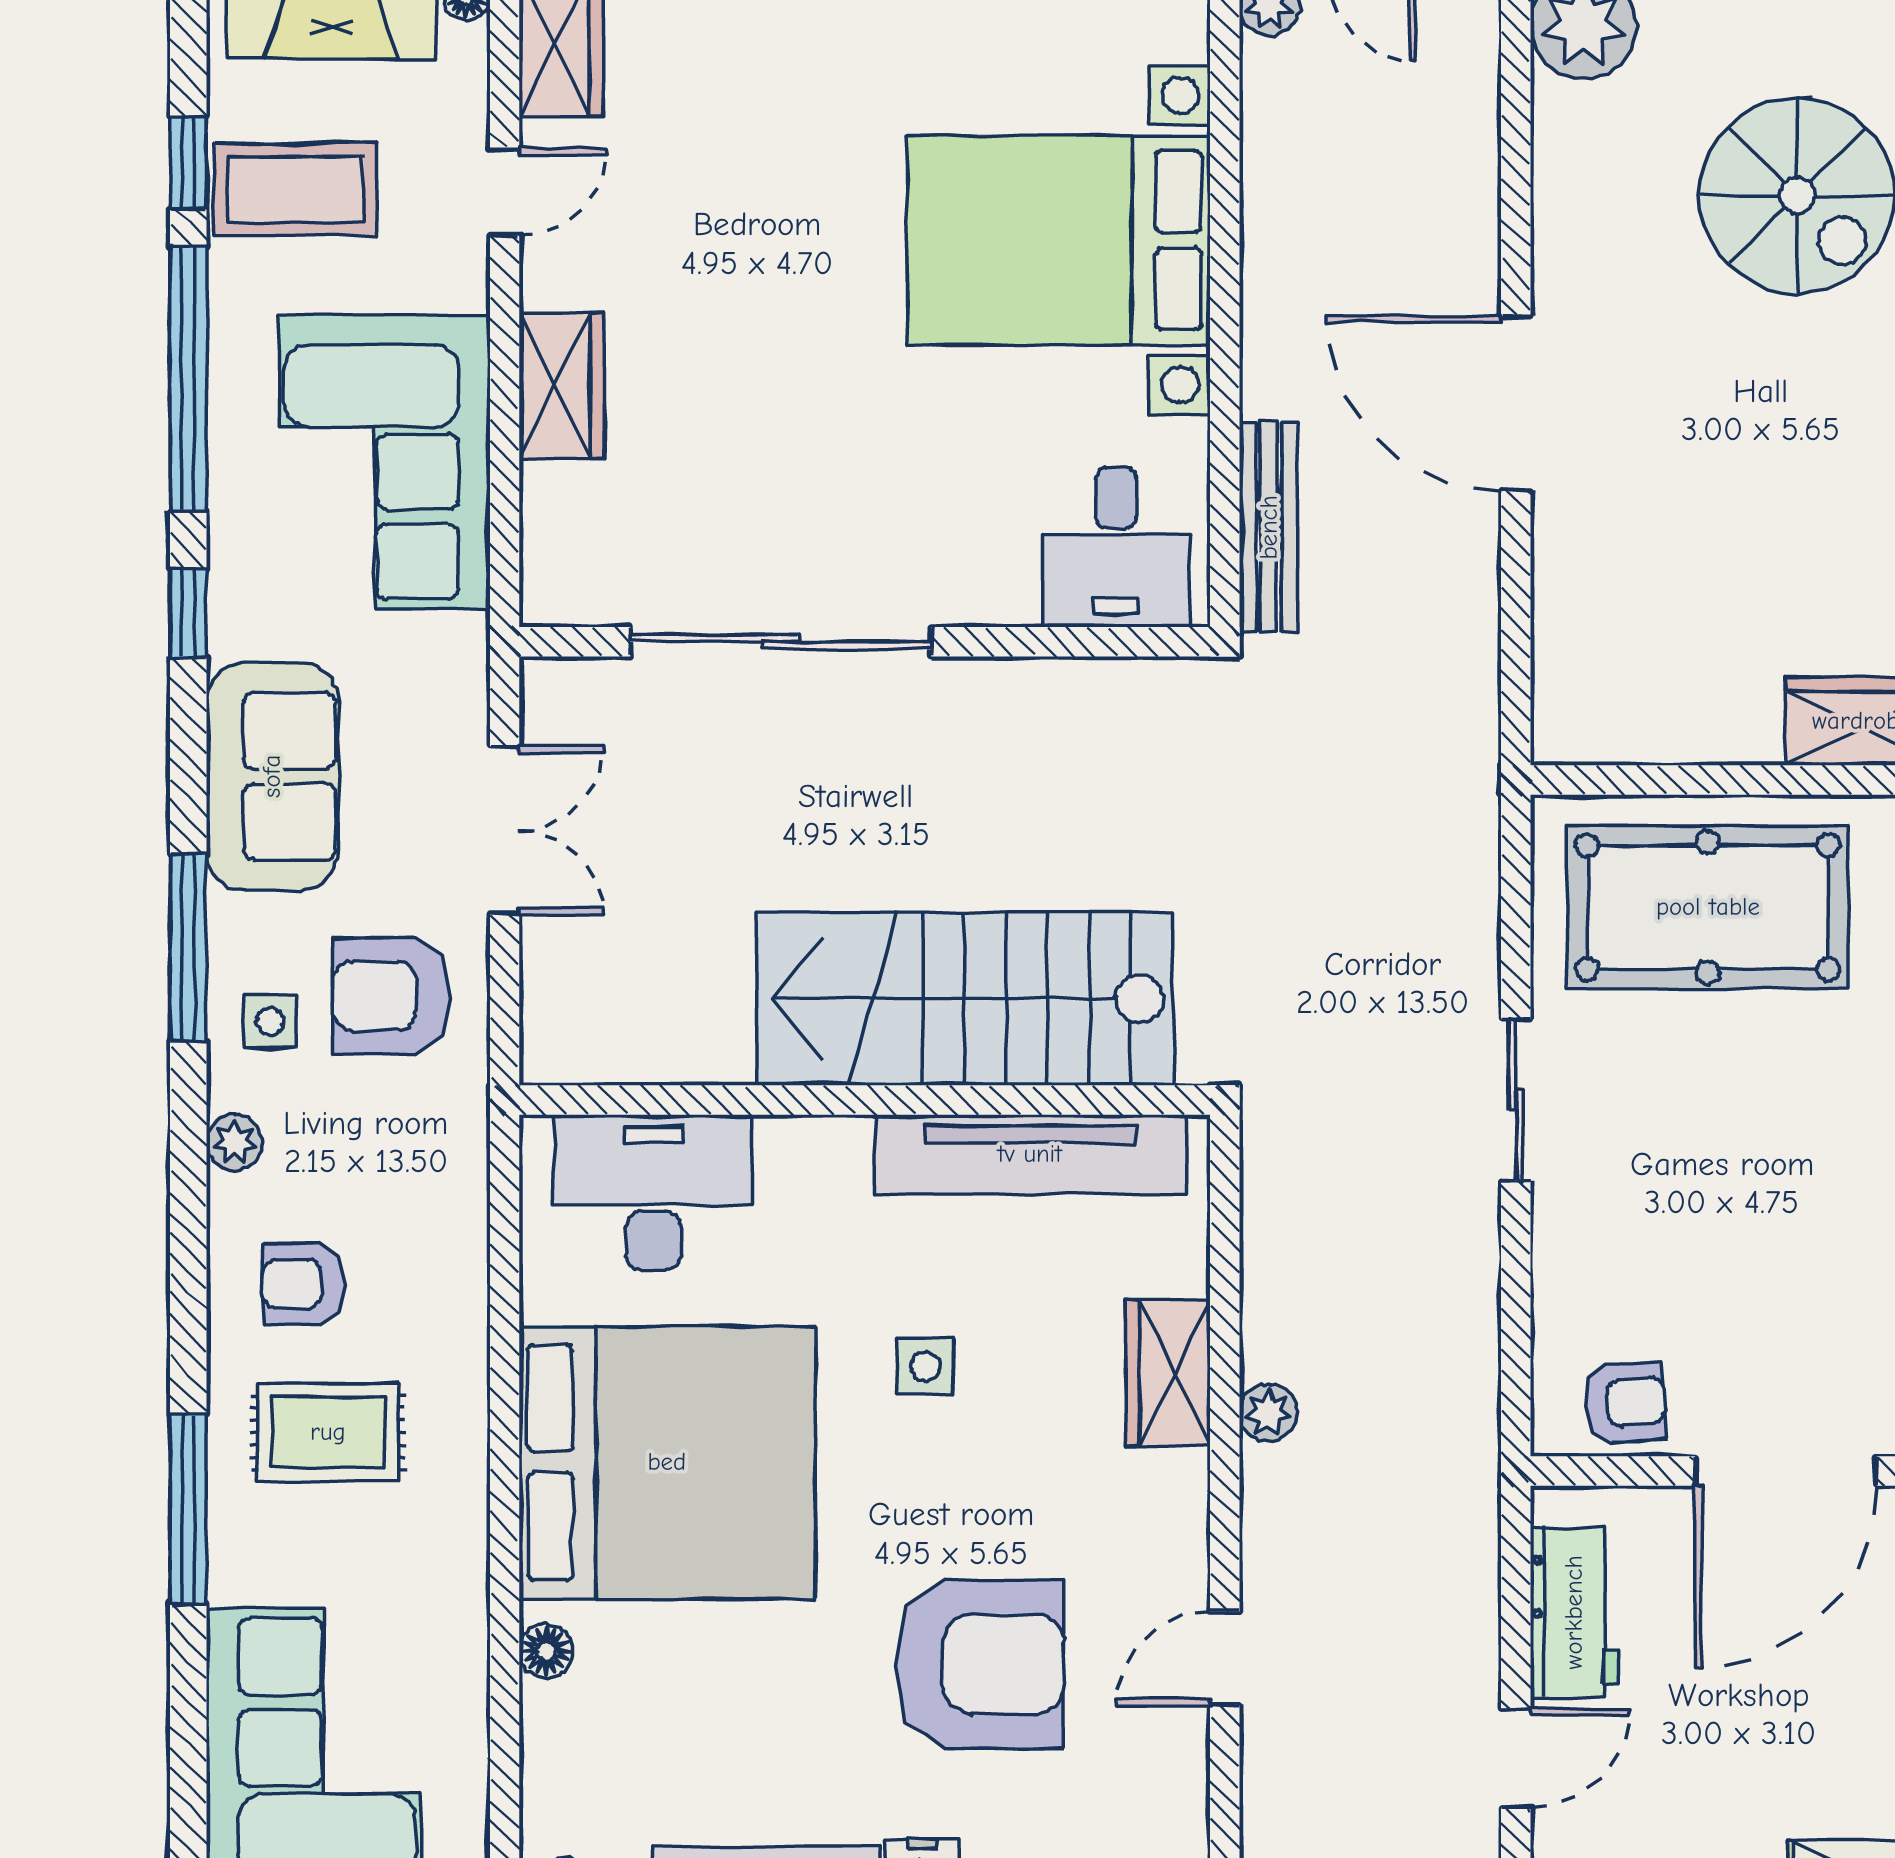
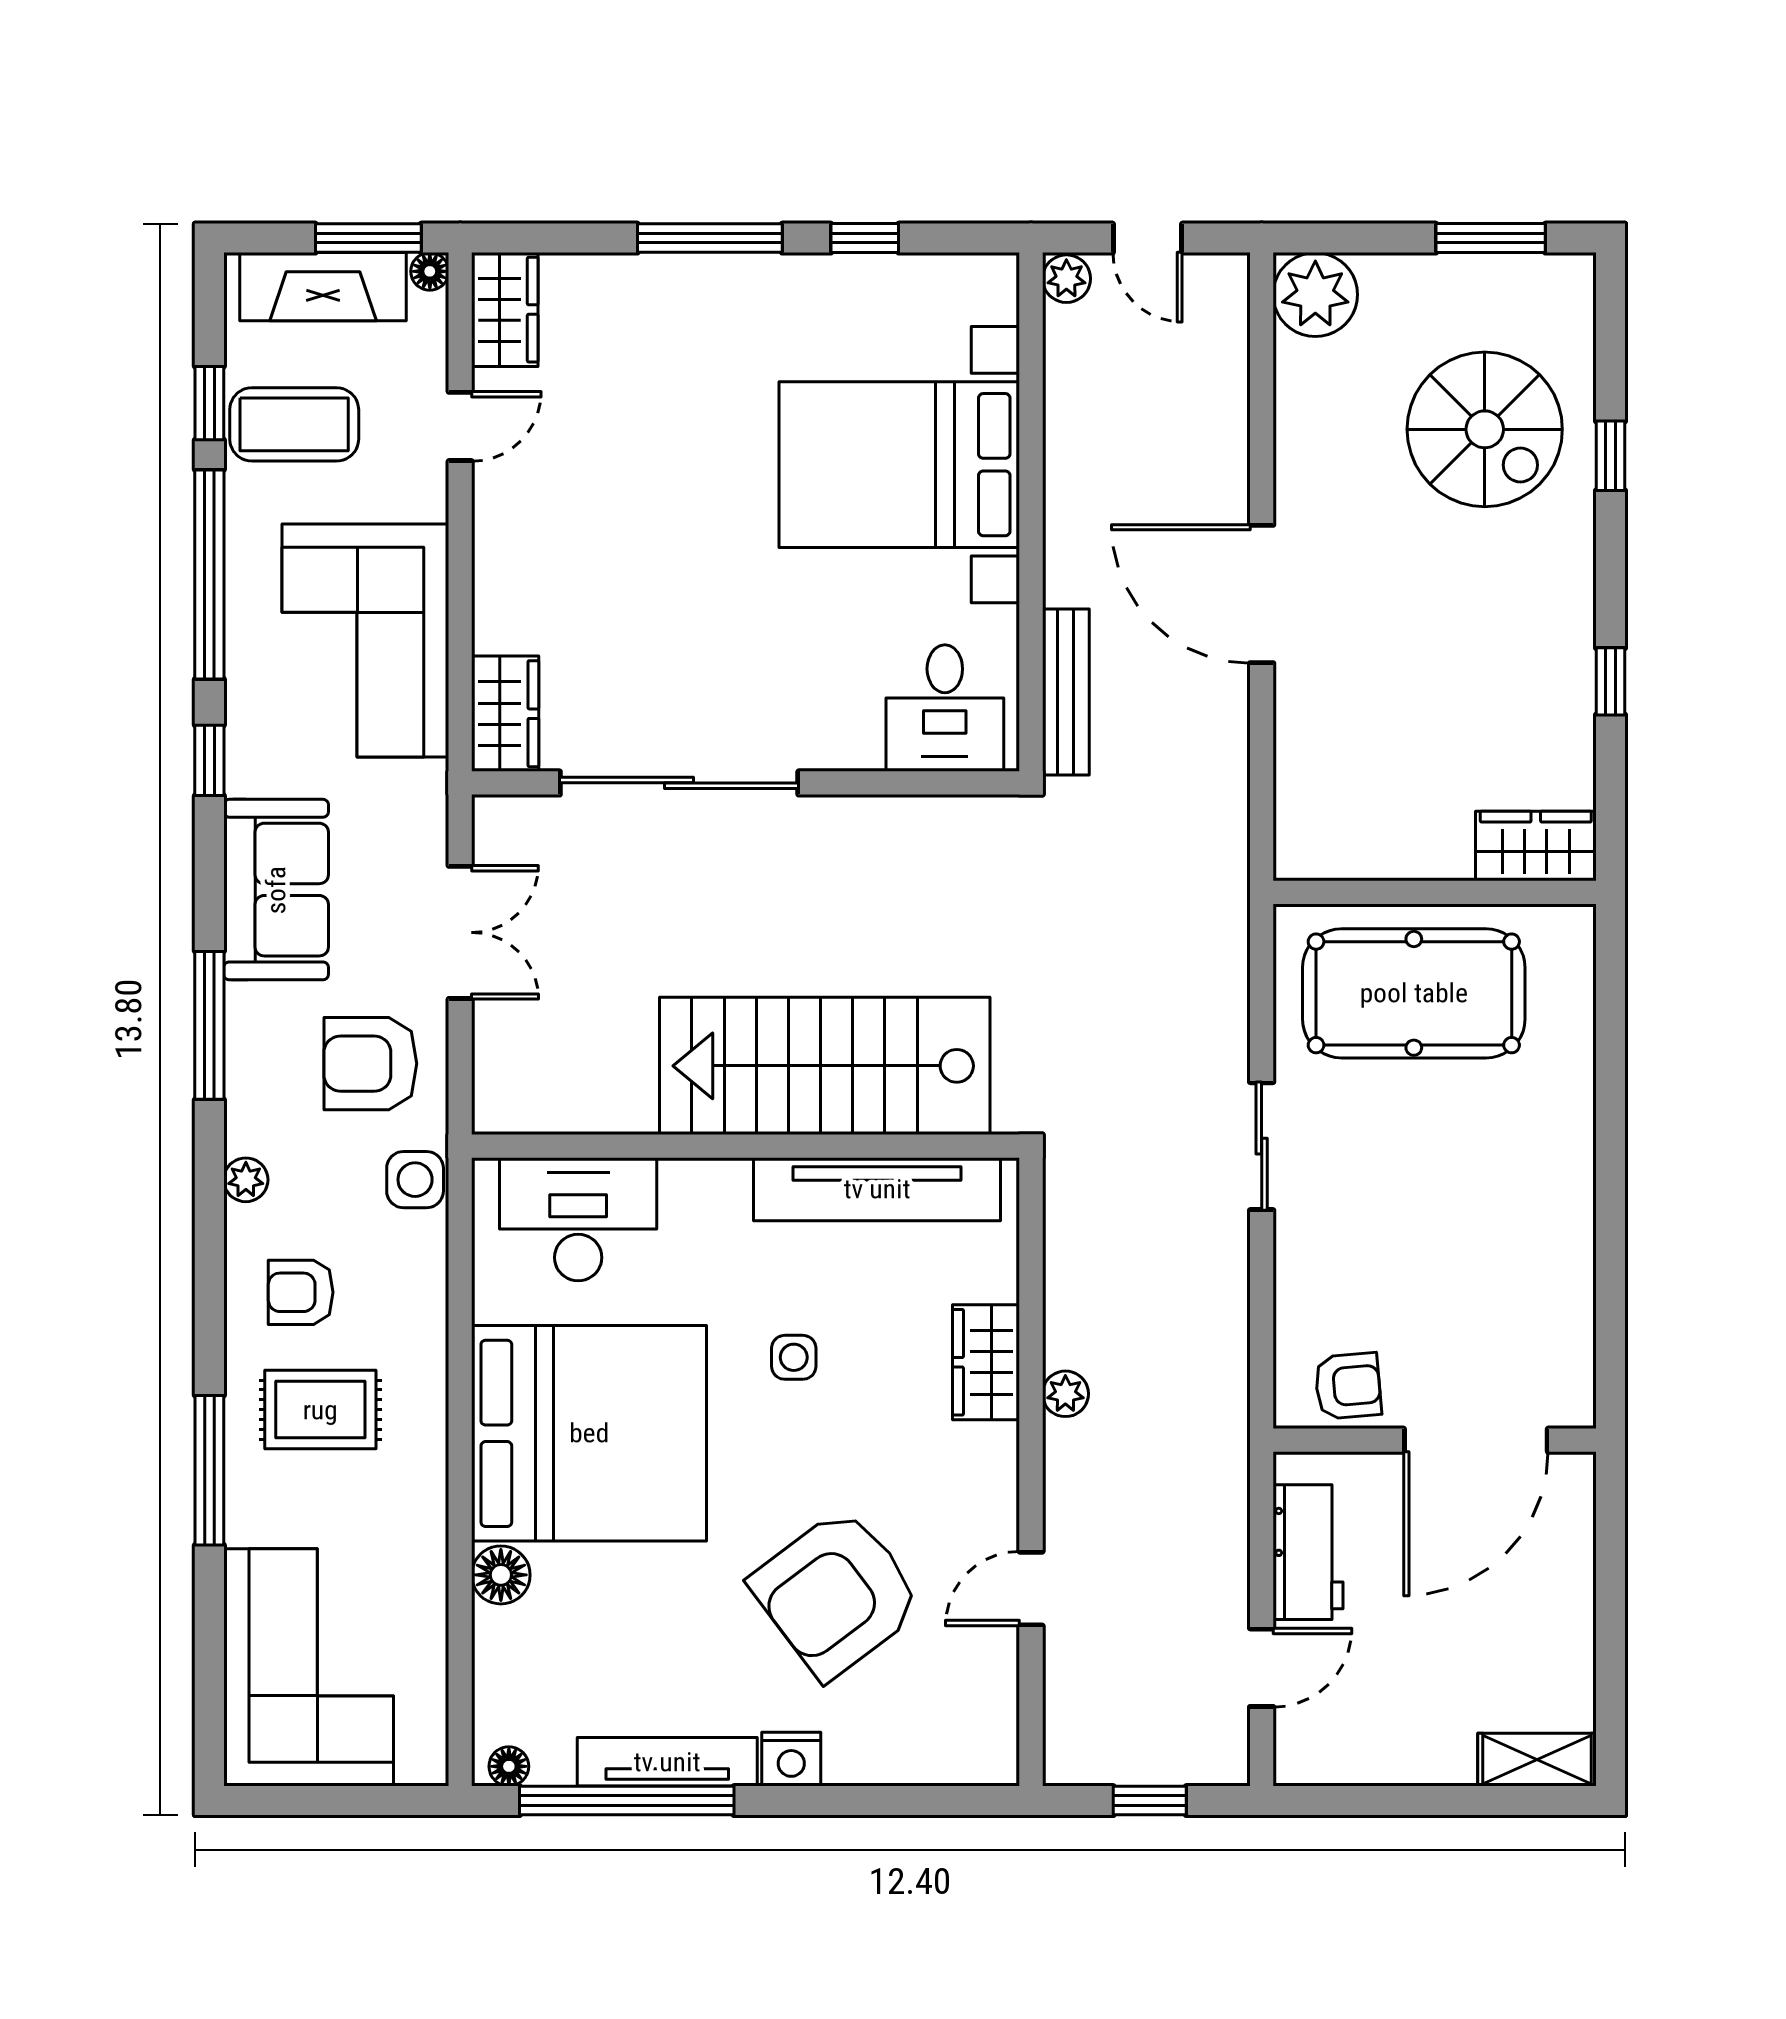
wardrobe: (561, 385) -> (505, 714), moved
side table: (270, 1021) -> (415, 1180), moved, width x1.37, depth x1.37
floor lamp: (546, 1651) -> (501, 1575), width x1.37, depth x1.37
armchair: (980, 1664) -> (837, 1593), turned 143

